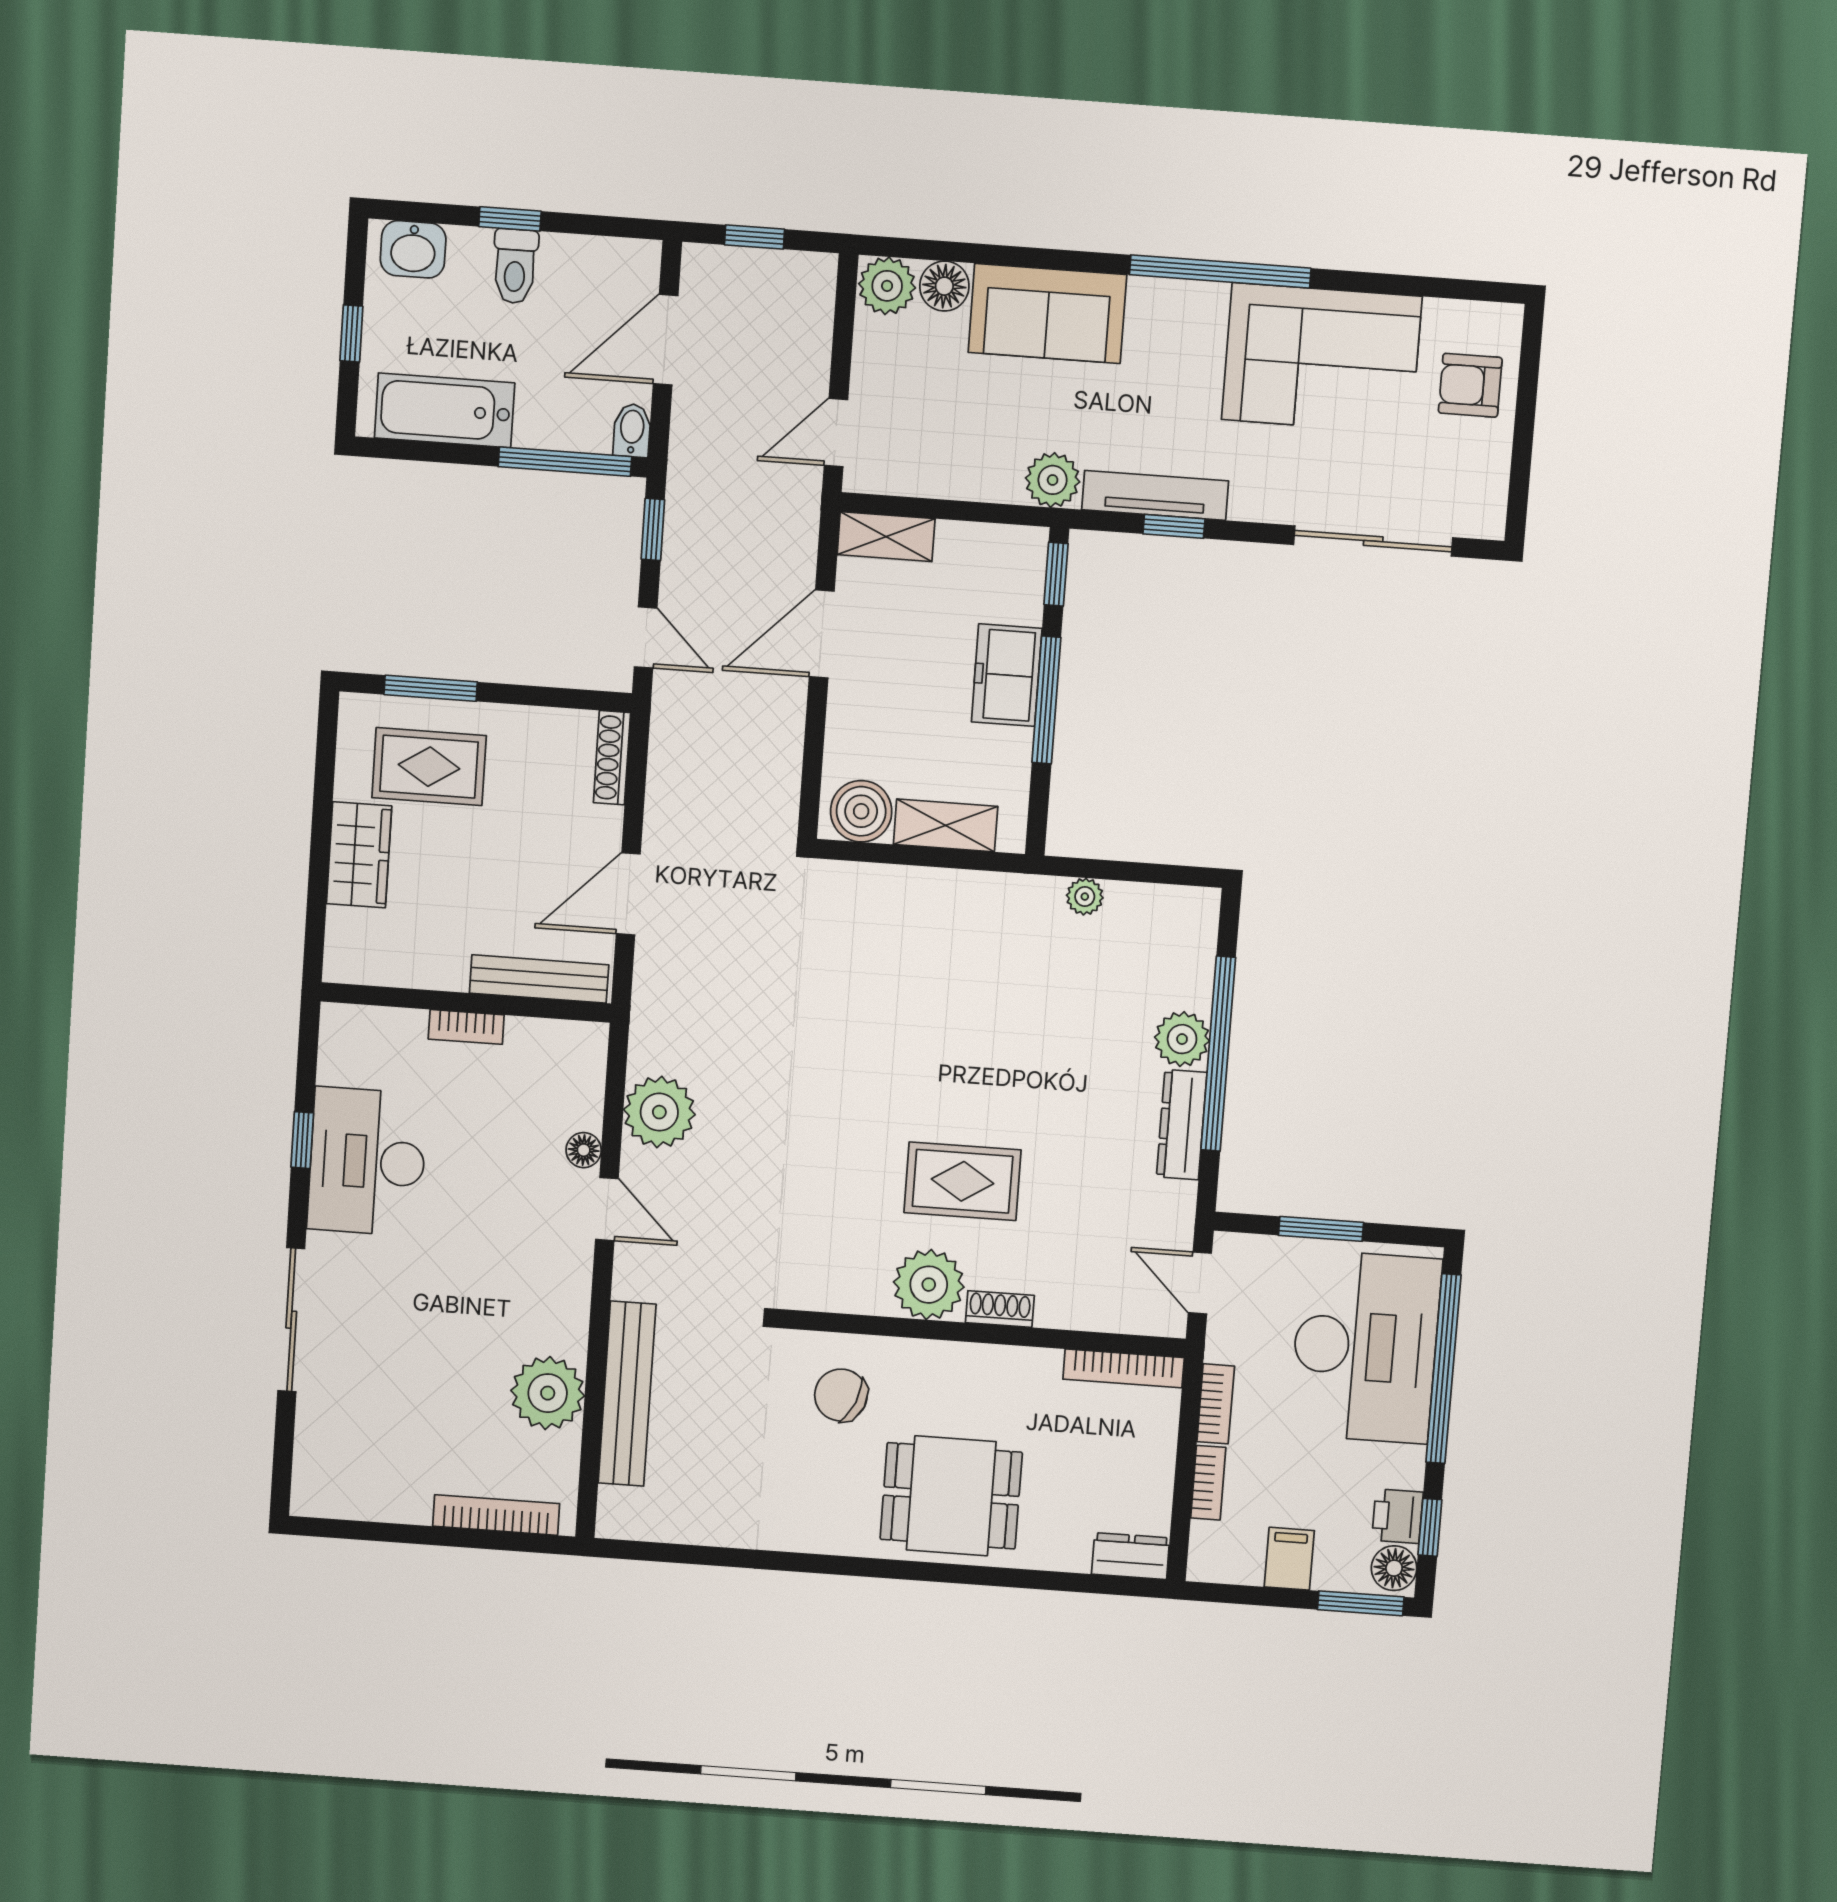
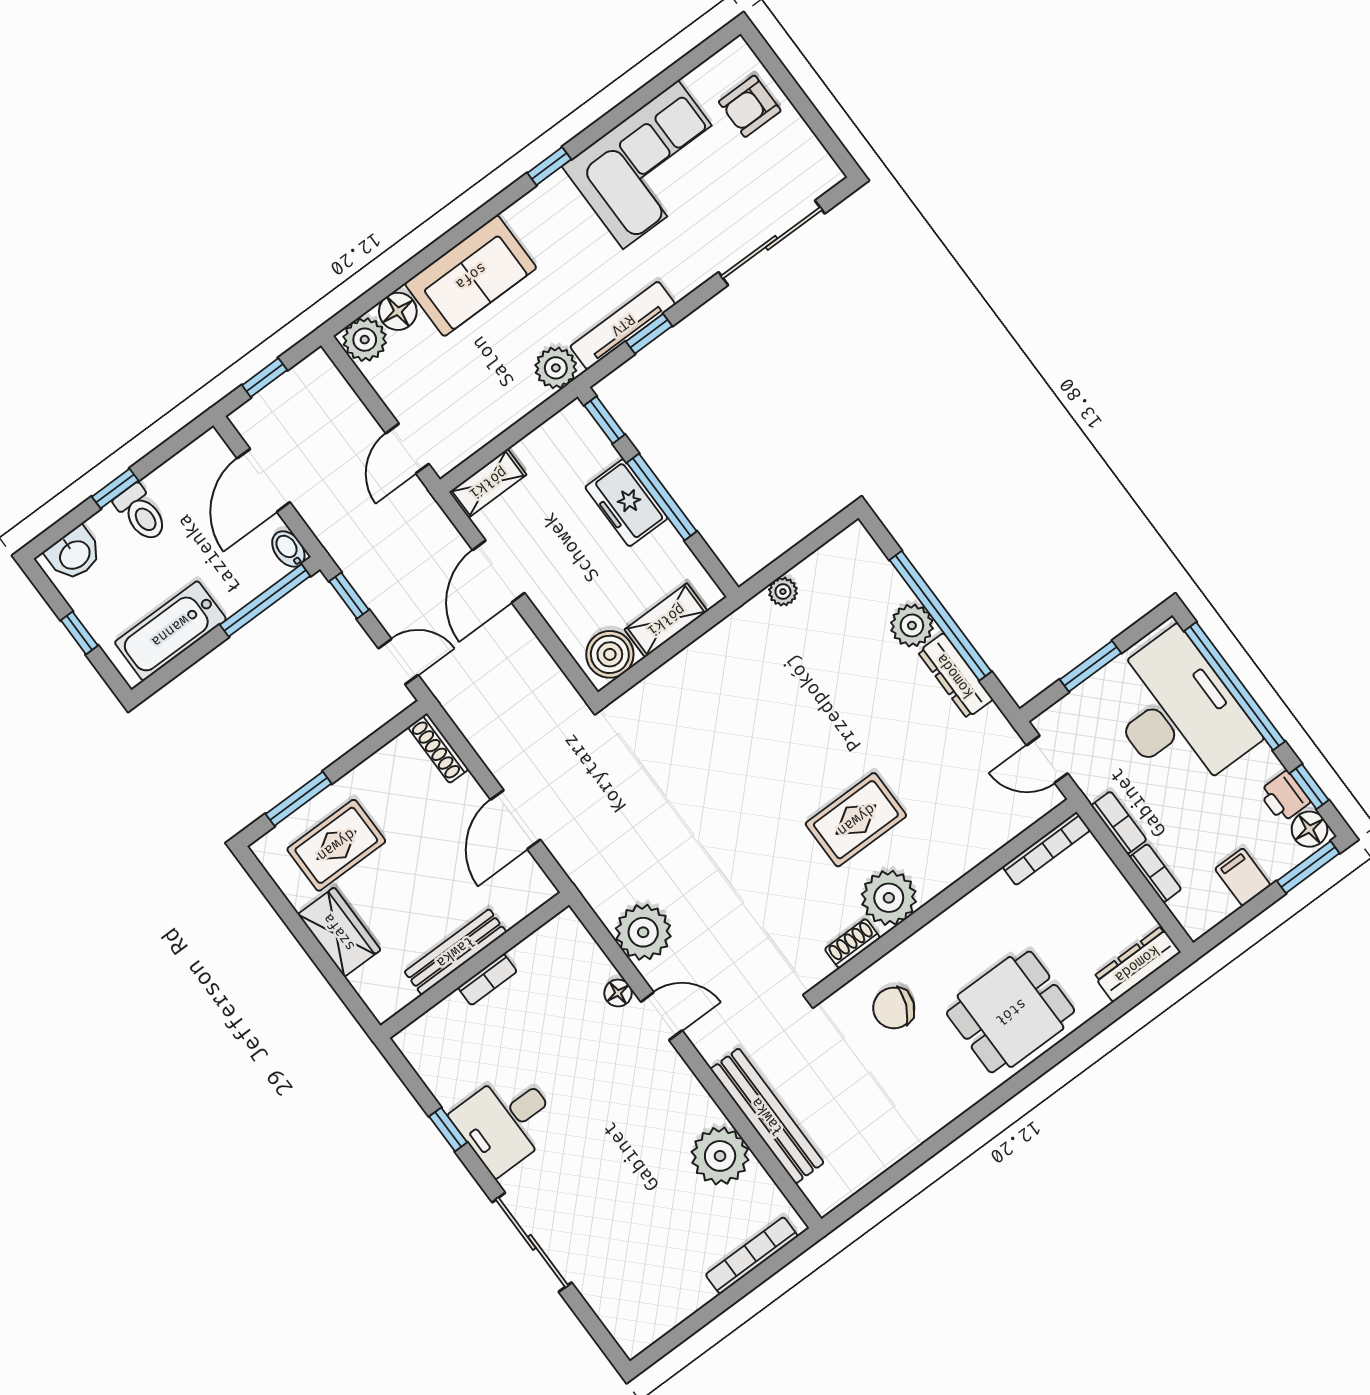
window: (1220, 271) -> (549, 166), width x0.32
bench: (539, 979) -> (455, 952), moved
desk: (367, 1162) -> (506, 1121), width x0.73
shoe rack: (1000, 1309) -> (852, 944), moved
dresser: (1131, 1556) -> (1137, 964), width x1.44

